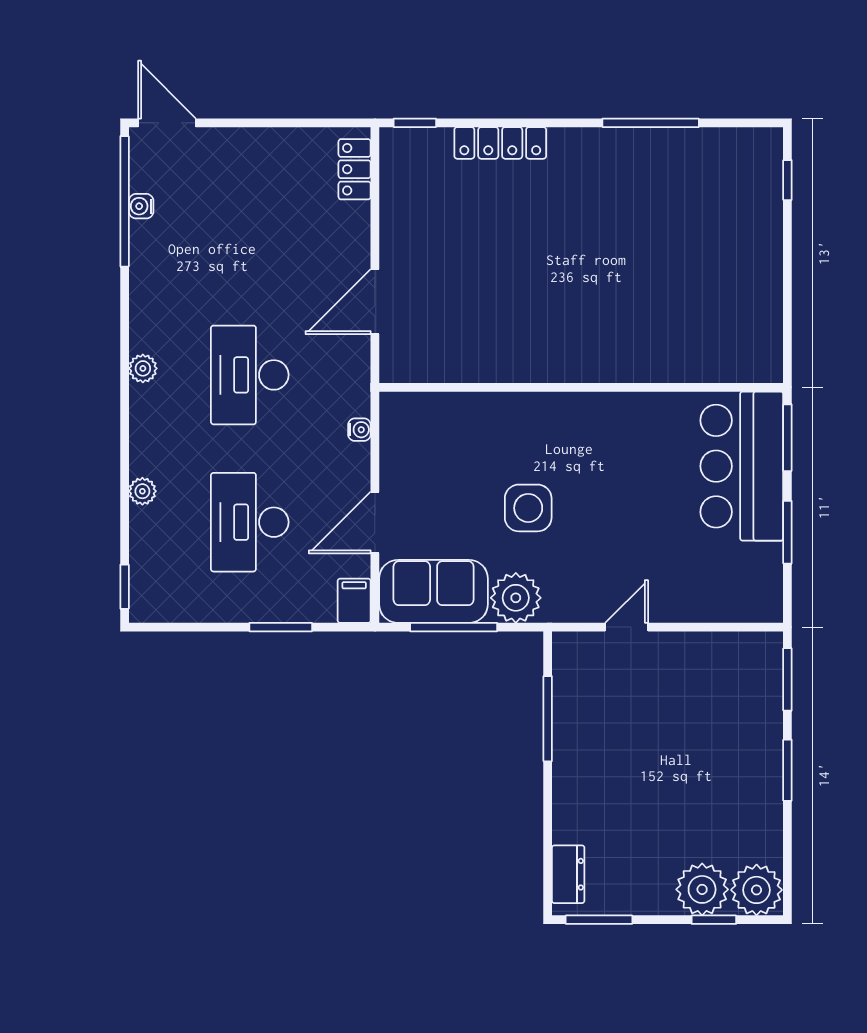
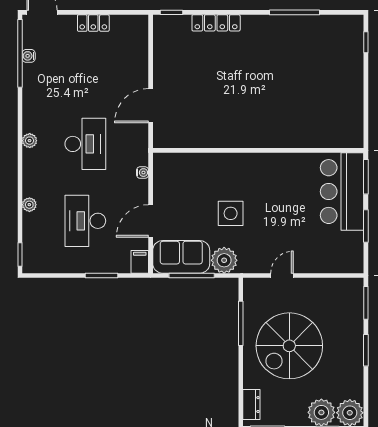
locker: (355, 169) -> (93, 23), moved, turned -90
desk: (250, 375) -> (85, 144), turned 180
spiral stairs: (641, 762) -> (289, 346), added

